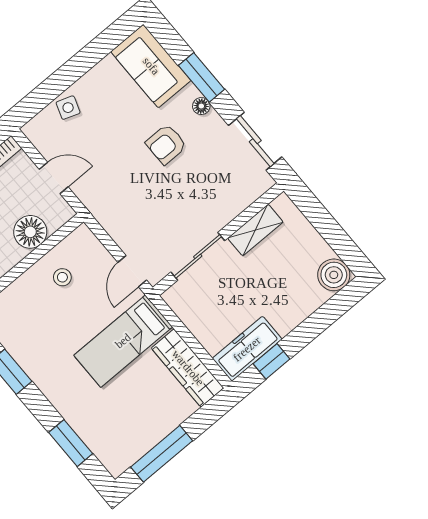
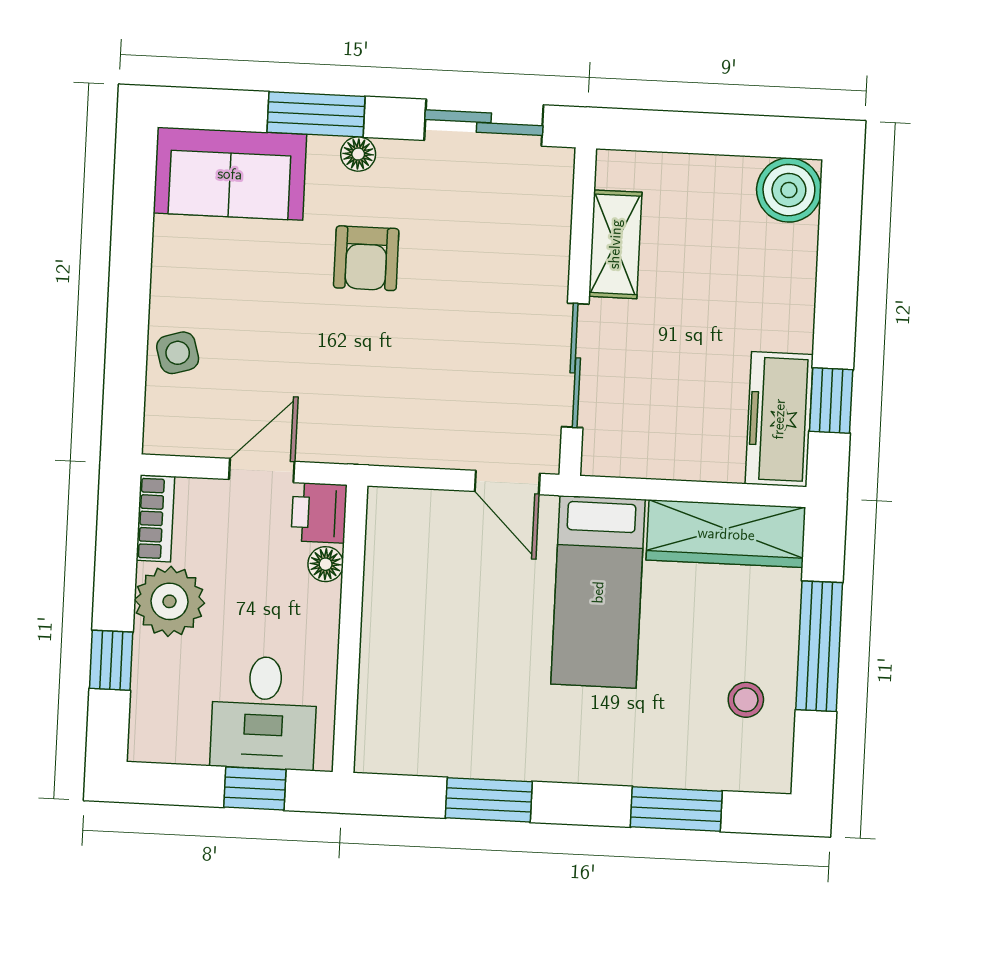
side table: (68, 108) -> (178, 353), turned -35
printer: (58, 213) -> (319, 513), added
floor lamp: (30, 232) -> (326, 564), width x0.53, depth x0.53
stool: (62, 277) -> (746, 700), moved
window: (162, 454) -> (819, 646), moved

